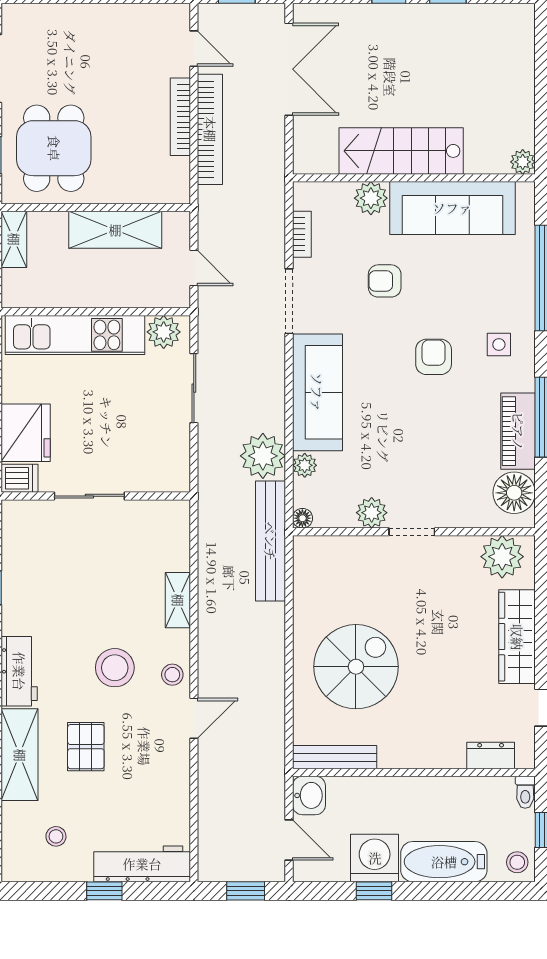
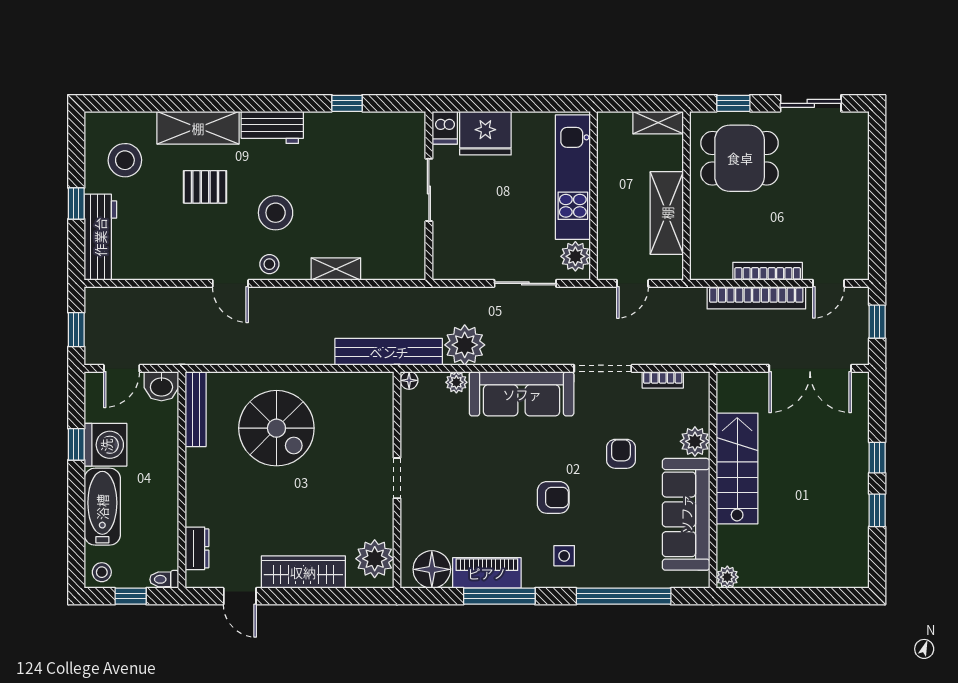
plant: (372, 513) -> (414, 442), removed
stool: (56, 836) -> (125, 160), width x1.89, depth x1.89

